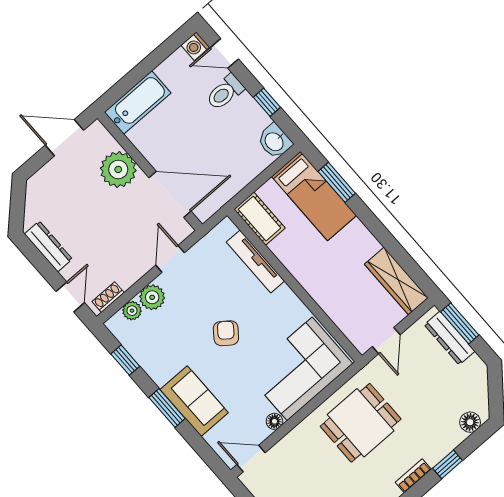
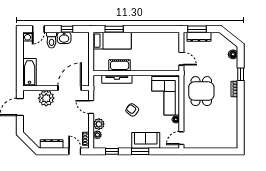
washbasin: (275, 141) -> (64, 38), moved
cot: (260, 219) -> (120, 65), moved
wardrobe: (396, 281) -> (164, 38), removed

